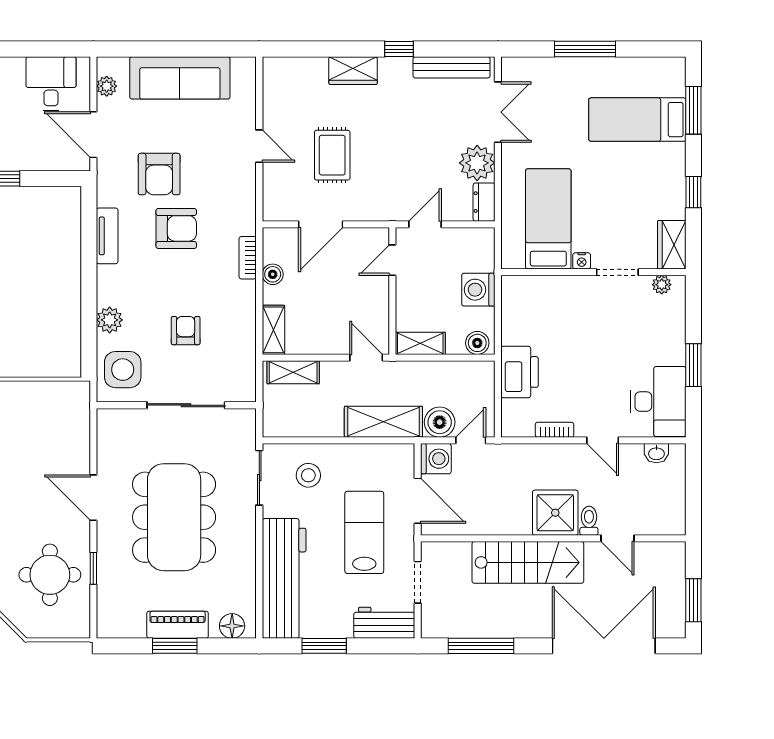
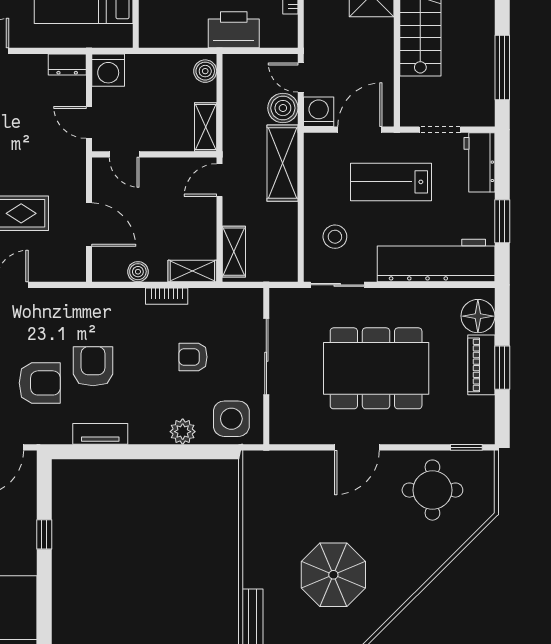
plant: (477, 163) -> (29, 71), removed
bookcase: (248, 258) -> (167, 296), moved
washing machine: (478, 290) -> (108, 70), moved
window: (93, 568) -> (466, 447), moved
floor lamp: (232, 626) -> (478, 316), width x1.38, depth x1.38

